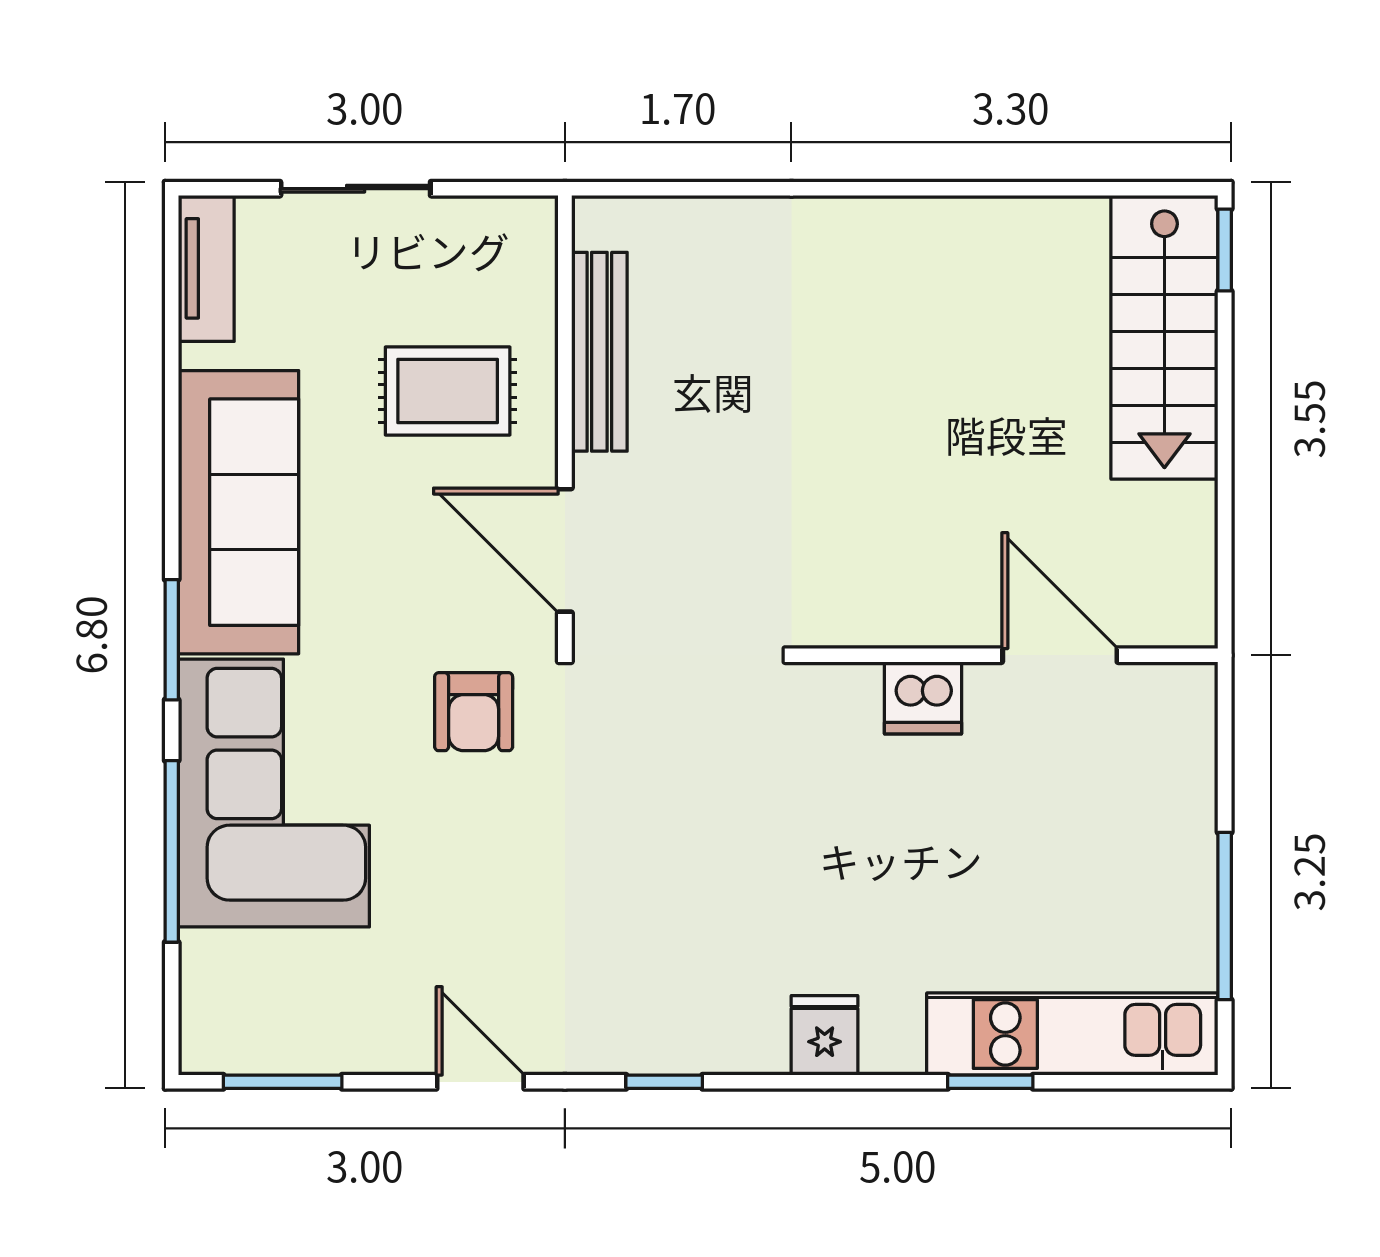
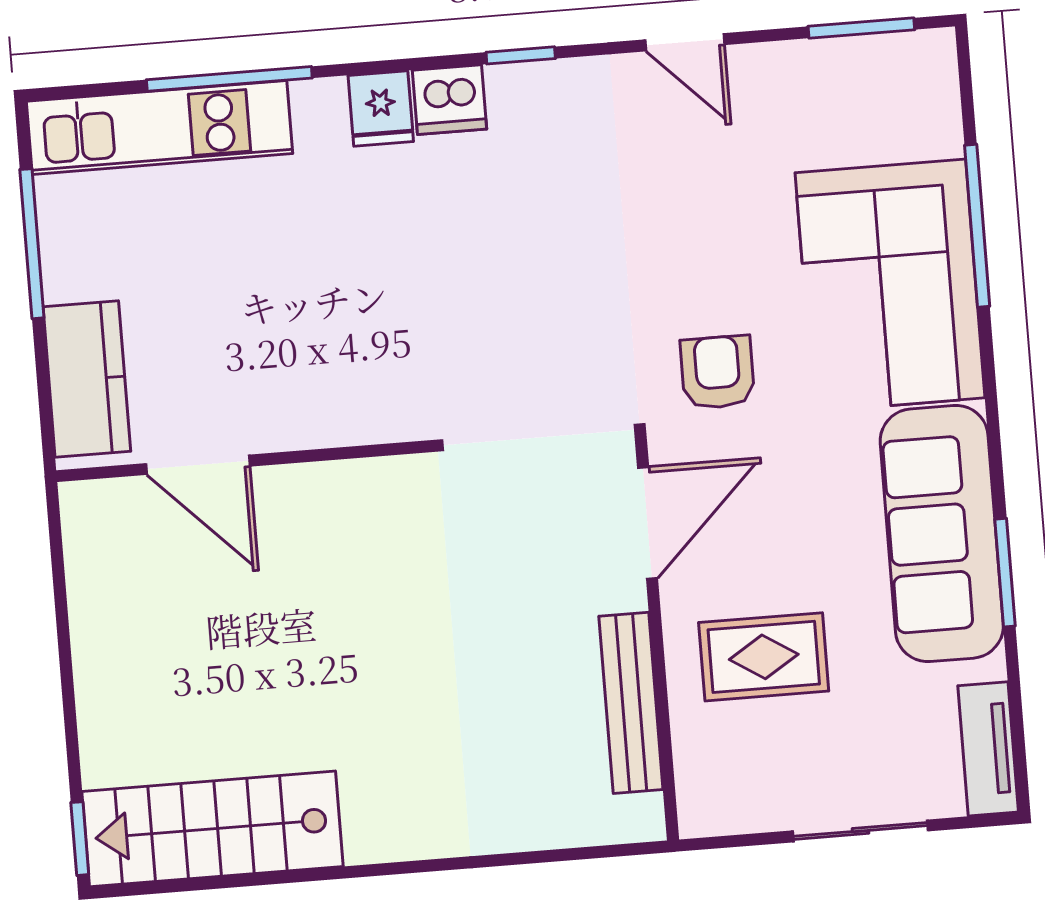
stairs: (1164, 337) -> (213, 829), moved, turned -90
door: (565, 550) -> (648, 523), hinge flipped
window: (172, 640) -> (1005, 573), moved
dishwasher: (923, 698) -> (449, 100), moved, turned 180
kitchen counter: (1176, 761) -> (87, 379), added
window: (990, 1082) -> (229, 79), width x2.17

